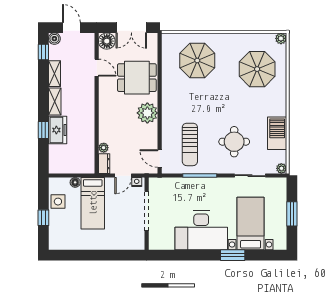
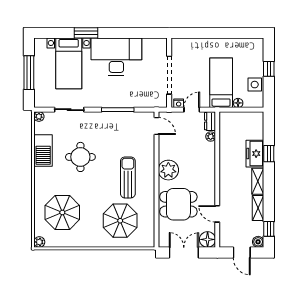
round table: (234, 142) -> (80, 157), moved
sun lounger: (190, 144) -> (128, 177), moved
window: (292, 214) -> (29, 73), width x1.44

